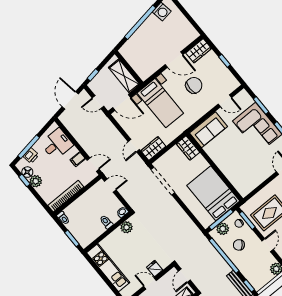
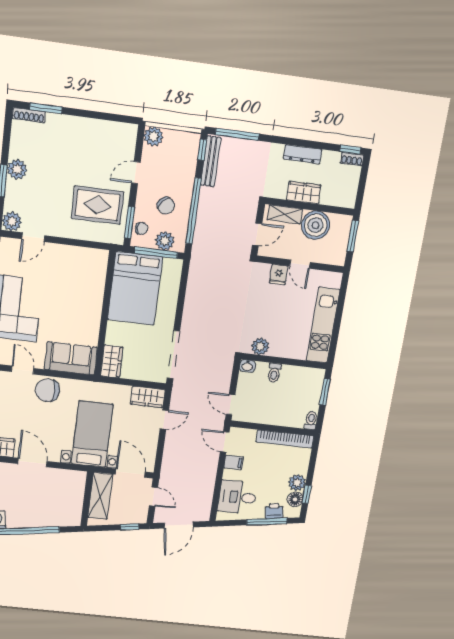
chair: (194, 85) -> (47, 390), moved

